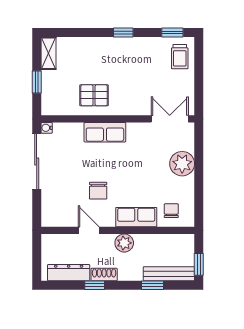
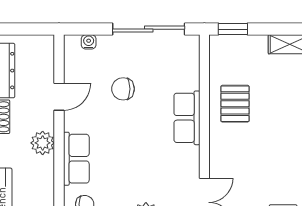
window: (37, 82) -> (233, 29), moved
water cooler: (47, 128) -> (89, 42), moved
chair: (98, 191) -> (123, 89), moved

